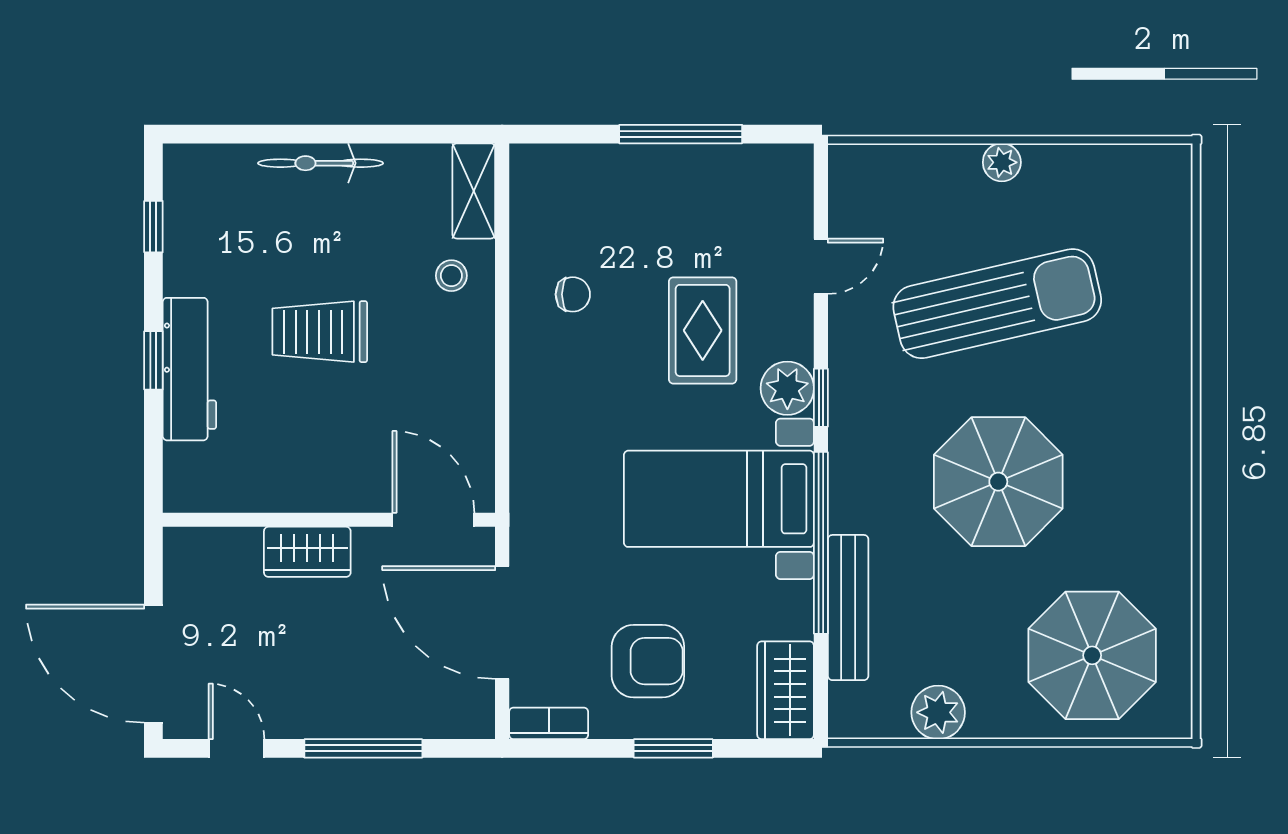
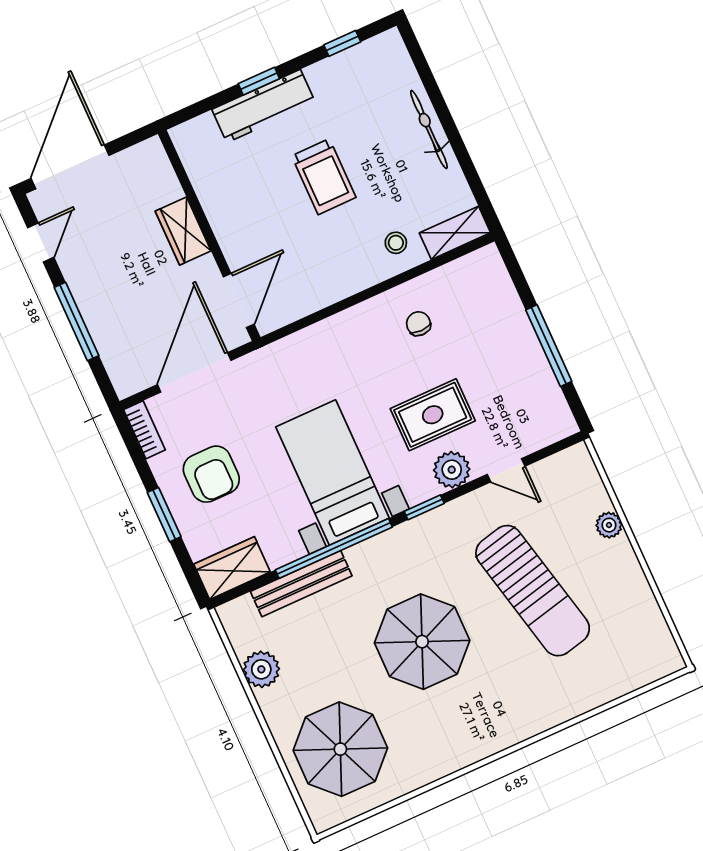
plant: (1002, 162) -> (609, 525), moved
chair: (573, 294) -> (418, 324), turned 180
trolley: (320, 332) -> (324, 177), turned 180
plant: (787, 388) -> (452, 470), moved

